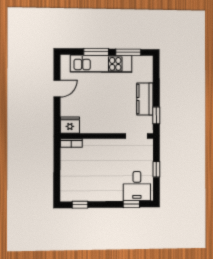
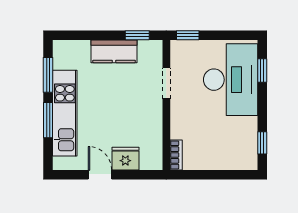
fridge: (70, 125) -> (125, 159), moved, turned 90
doorway: (136, 136) -> (166, 83), moved
window: (156, 169) -> (188, 35), moved
desk: (137, 186) -> (231, 80), width x1.87, depth x1.30

